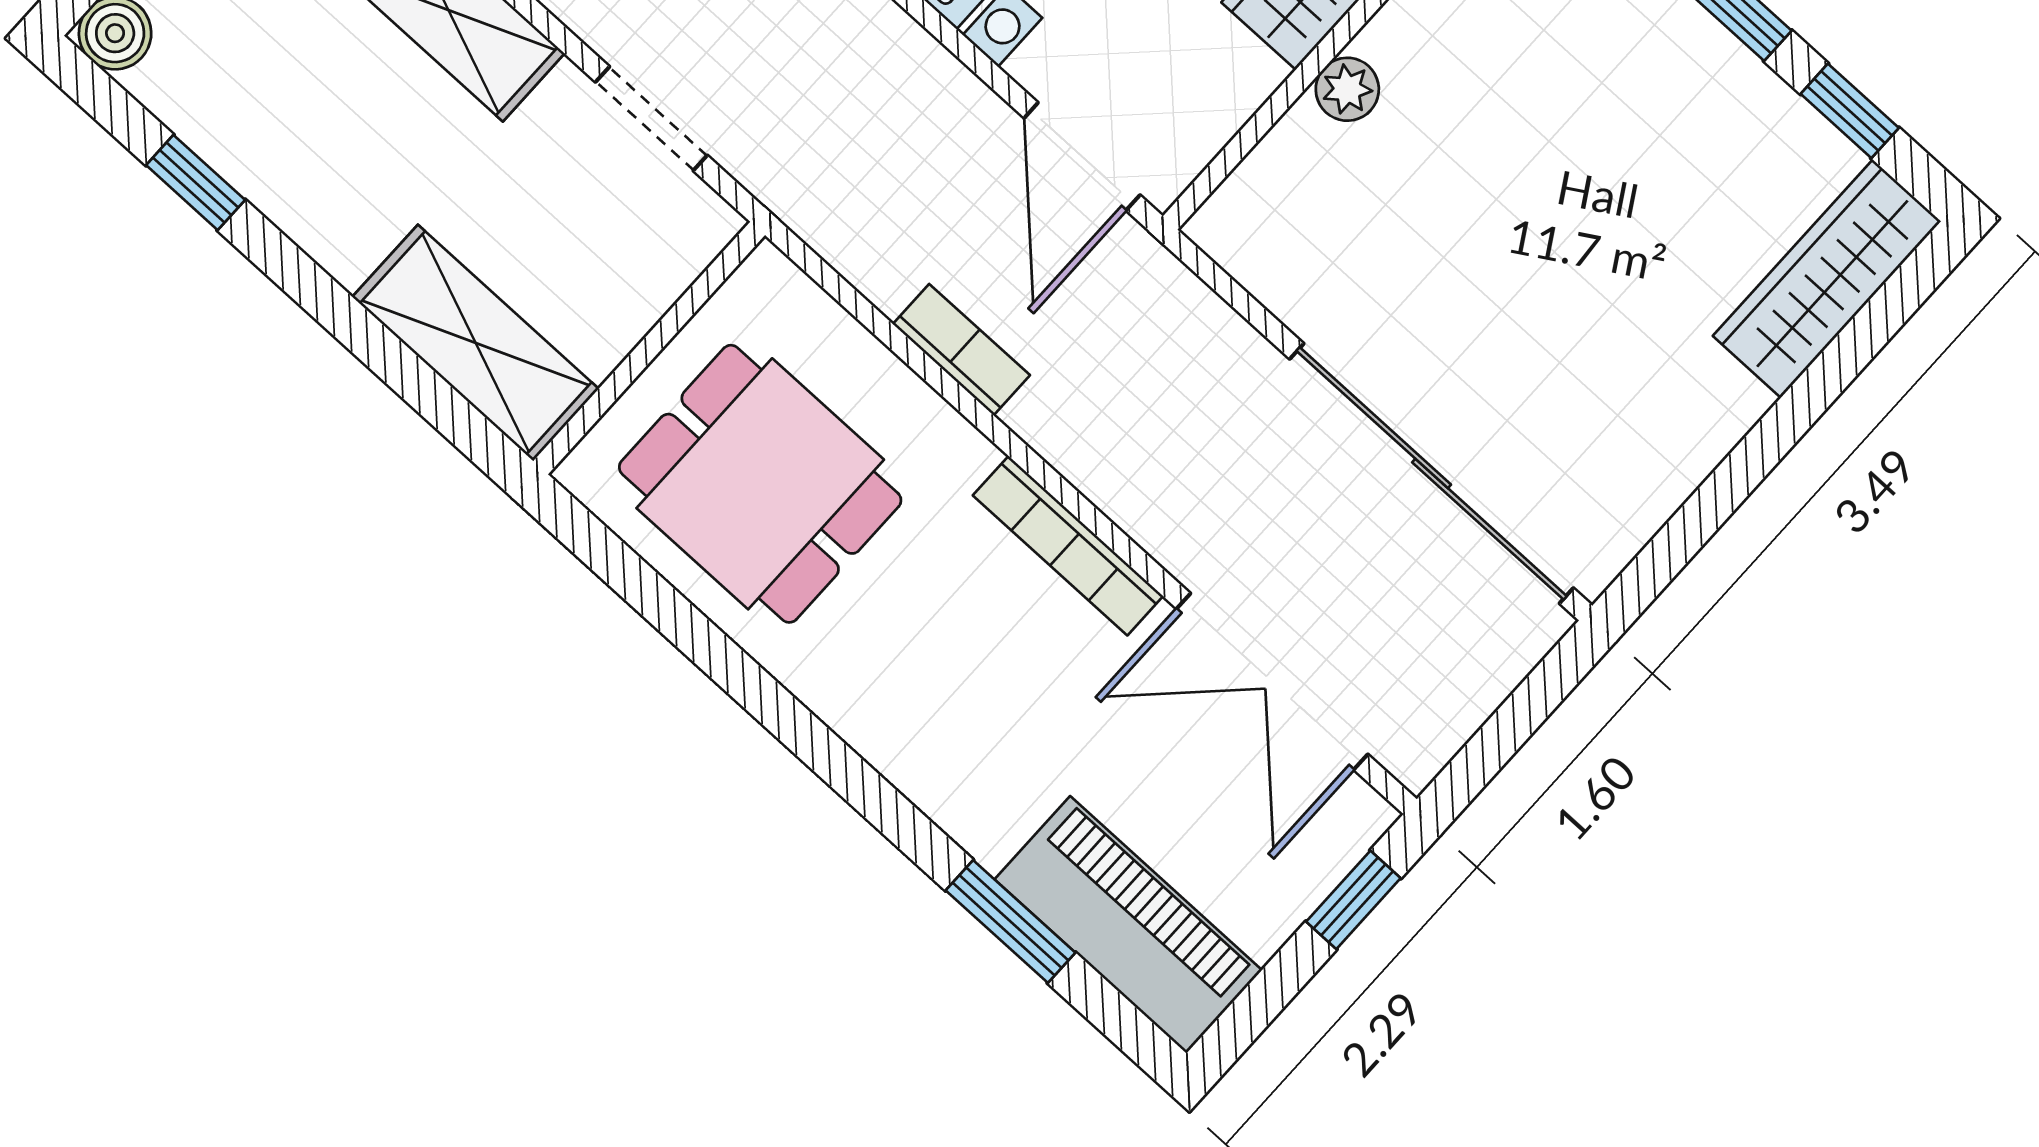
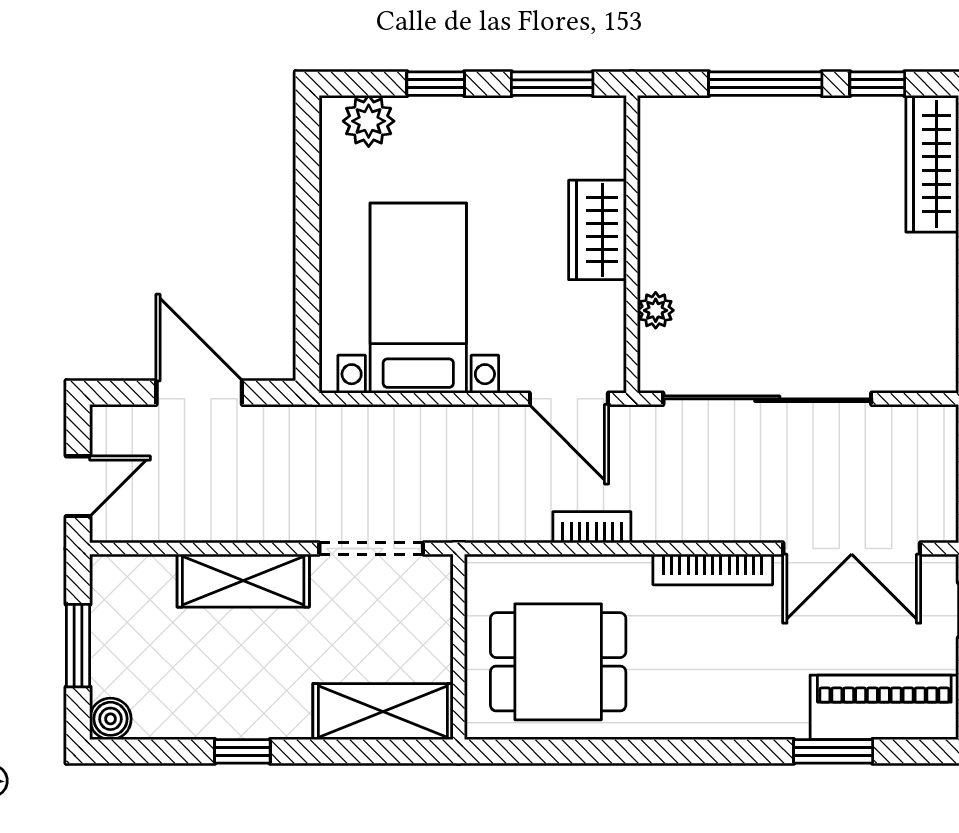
plant: (1347, 89) -> (656, 310), moved
doorway: (651, 119) -> (371, 549), width x1.38
window: (196, 183) -> (242, 751), moved
sliding door: (1432, 473) -> (767, 399), moved

